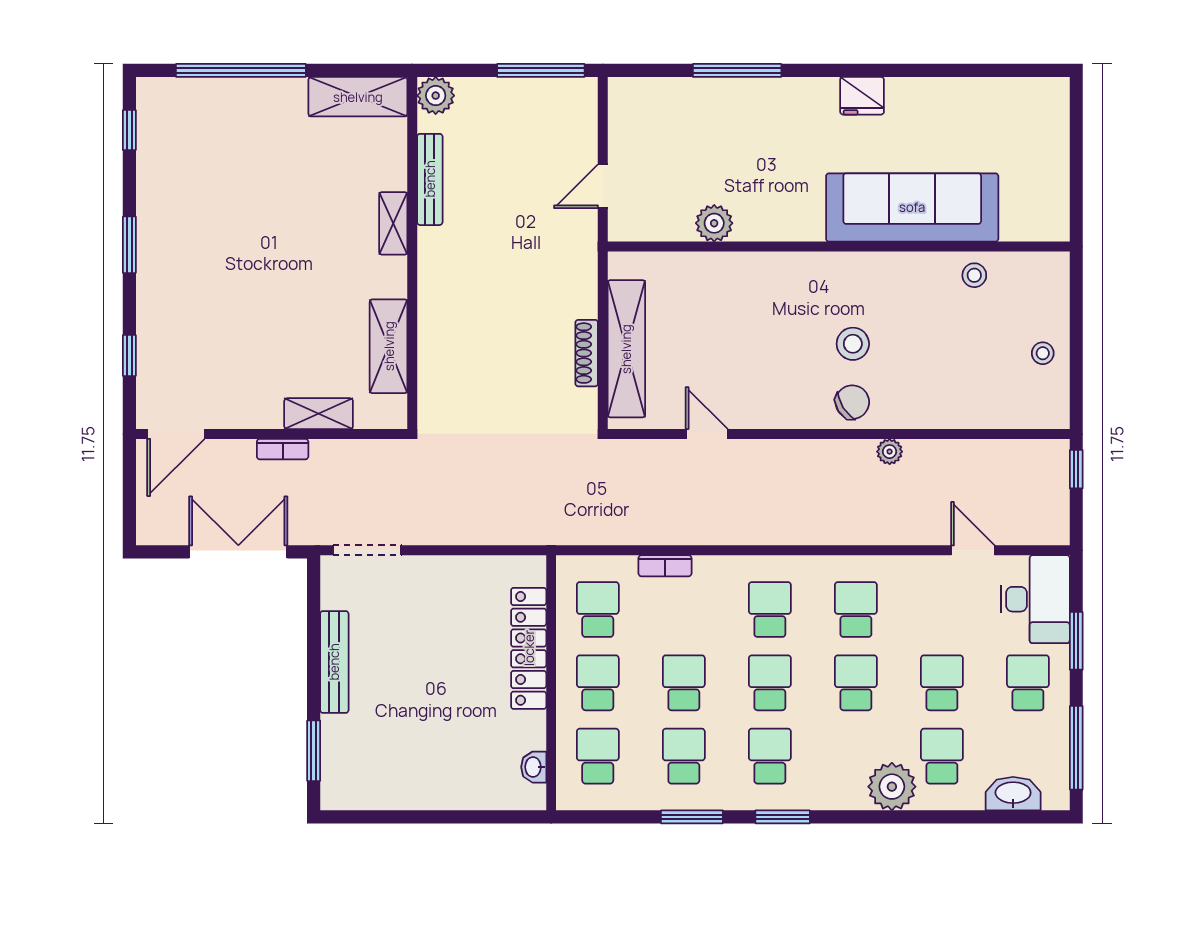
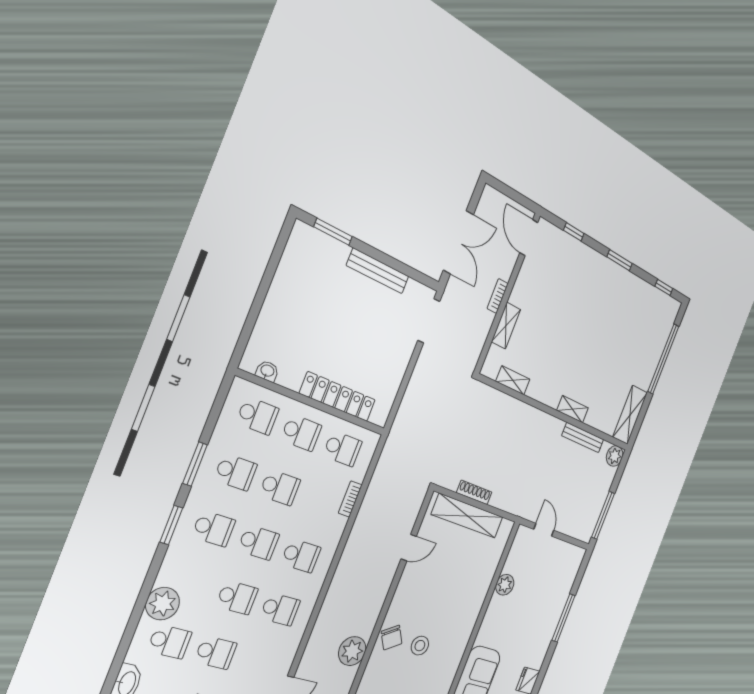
shelving: (389, 346) -> (513, 380), width x0.67, depth x0.75
plant: (890, 452) -> (352, 651), width x1.88, depth x1.88

